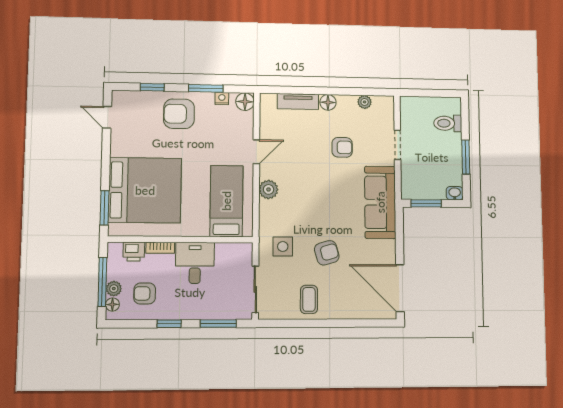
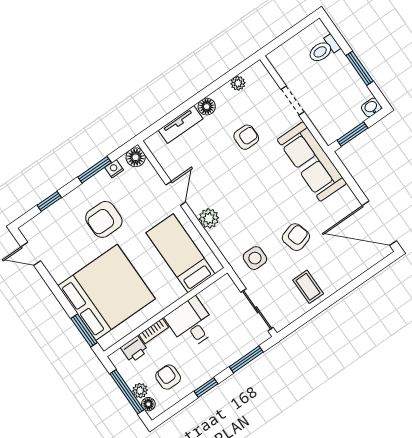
armchair: (179, 114) -> (104, 219), moved
armchair: (145, 293) -> (168, 377), turned 90

